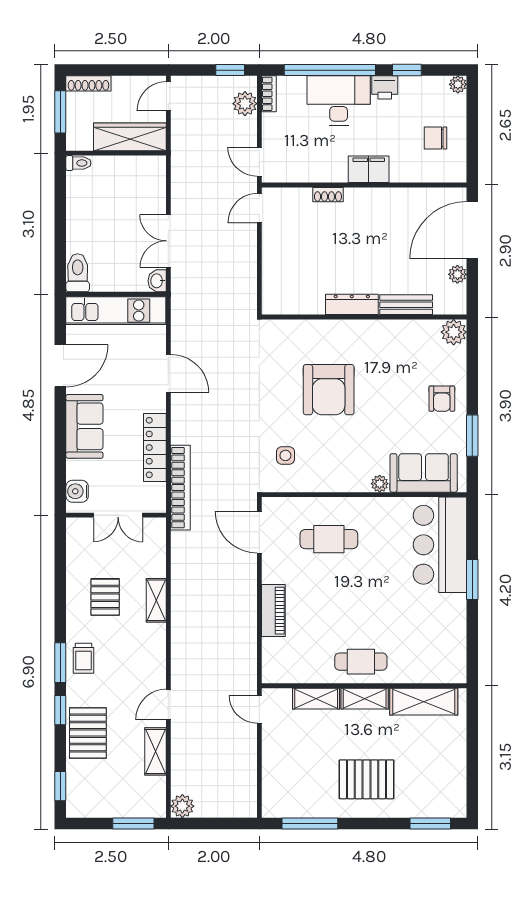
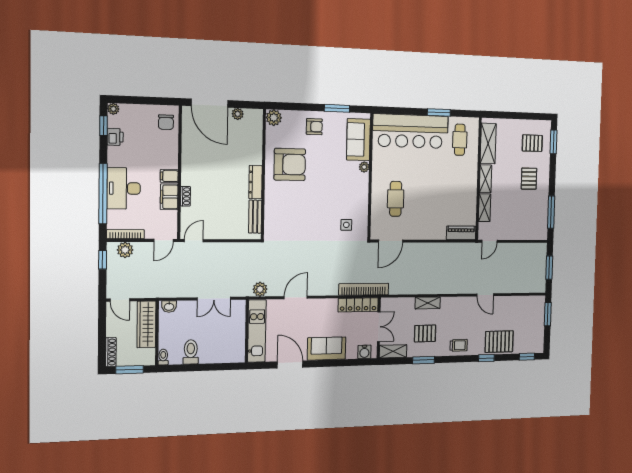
window: (407, 70) -> (104, 126), moved
printer: (385, 87) -> (115, 137), moved
bookcase: (269, 94) -> (125, 234), width x1.56
chair: (436, 138) -> (166, 122), moved
filing cabinet: (327, 169) -> (169, 197), added
filing cabinet: (369, 169) -> (169, 176), width x0.50
door: (259, 208) -> (194, 241), swing flipped
toilet: (78, 273) -> (191, 352), moved, turned 90
washbasin: (157, 281) -> (169, 306), moved
bench: (406, 305) -> (255, 217), moved
armchair: (329, 390) -> (290, 164), moved
locker: (155, 448) -> (358, 305), moved
bar counter: (440, 545) -> (411, 131), width x1.36
window: (472, 580) -> (439, 112), moved
piano: (273, 611) -> (461, 233), moved
cafe table: (361, 662) -> (460, 140), moved
window: (60, 663) -> (424, 360), moved
shelving: (155, 751) -> (393, 351), moved
pallet: (367, 779) -> (529, 179), width x0.67, depth x0.71
pallet: (427, 783) -> (532, 143), added
plant: (182, 806) -> (260, 289), moved
window: (214, 823) -> (549, 268), added

